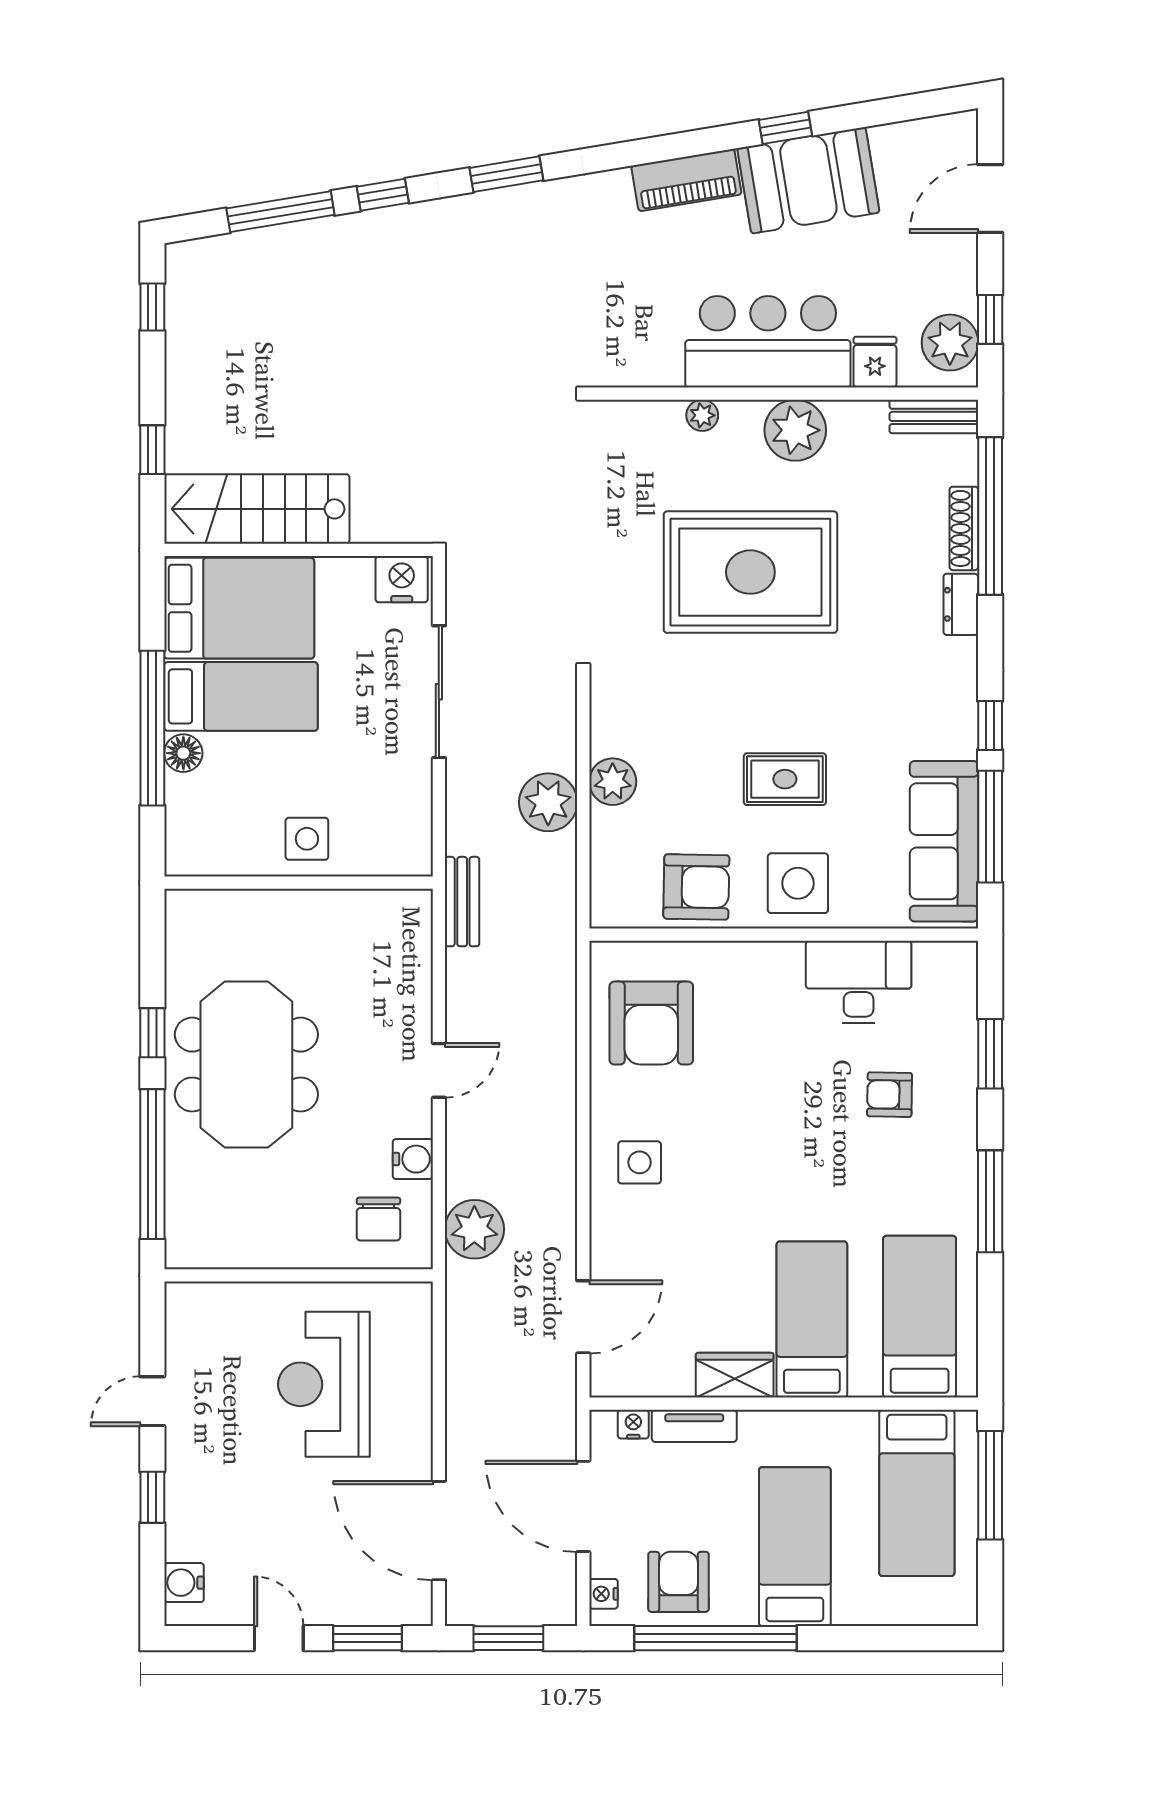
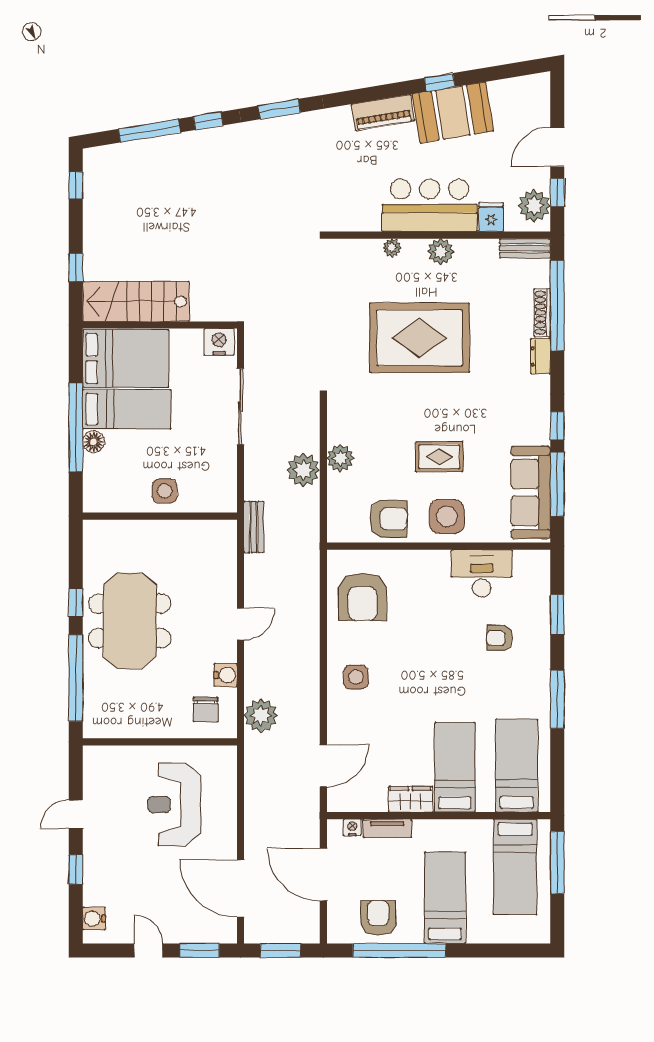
door: (990, 199) -> (557, 147), moved
plant: (795, 430) -> (441, 252), width x0.73, depth x0.73
nightstand: (603, 1594) -> (335, 925), removed

